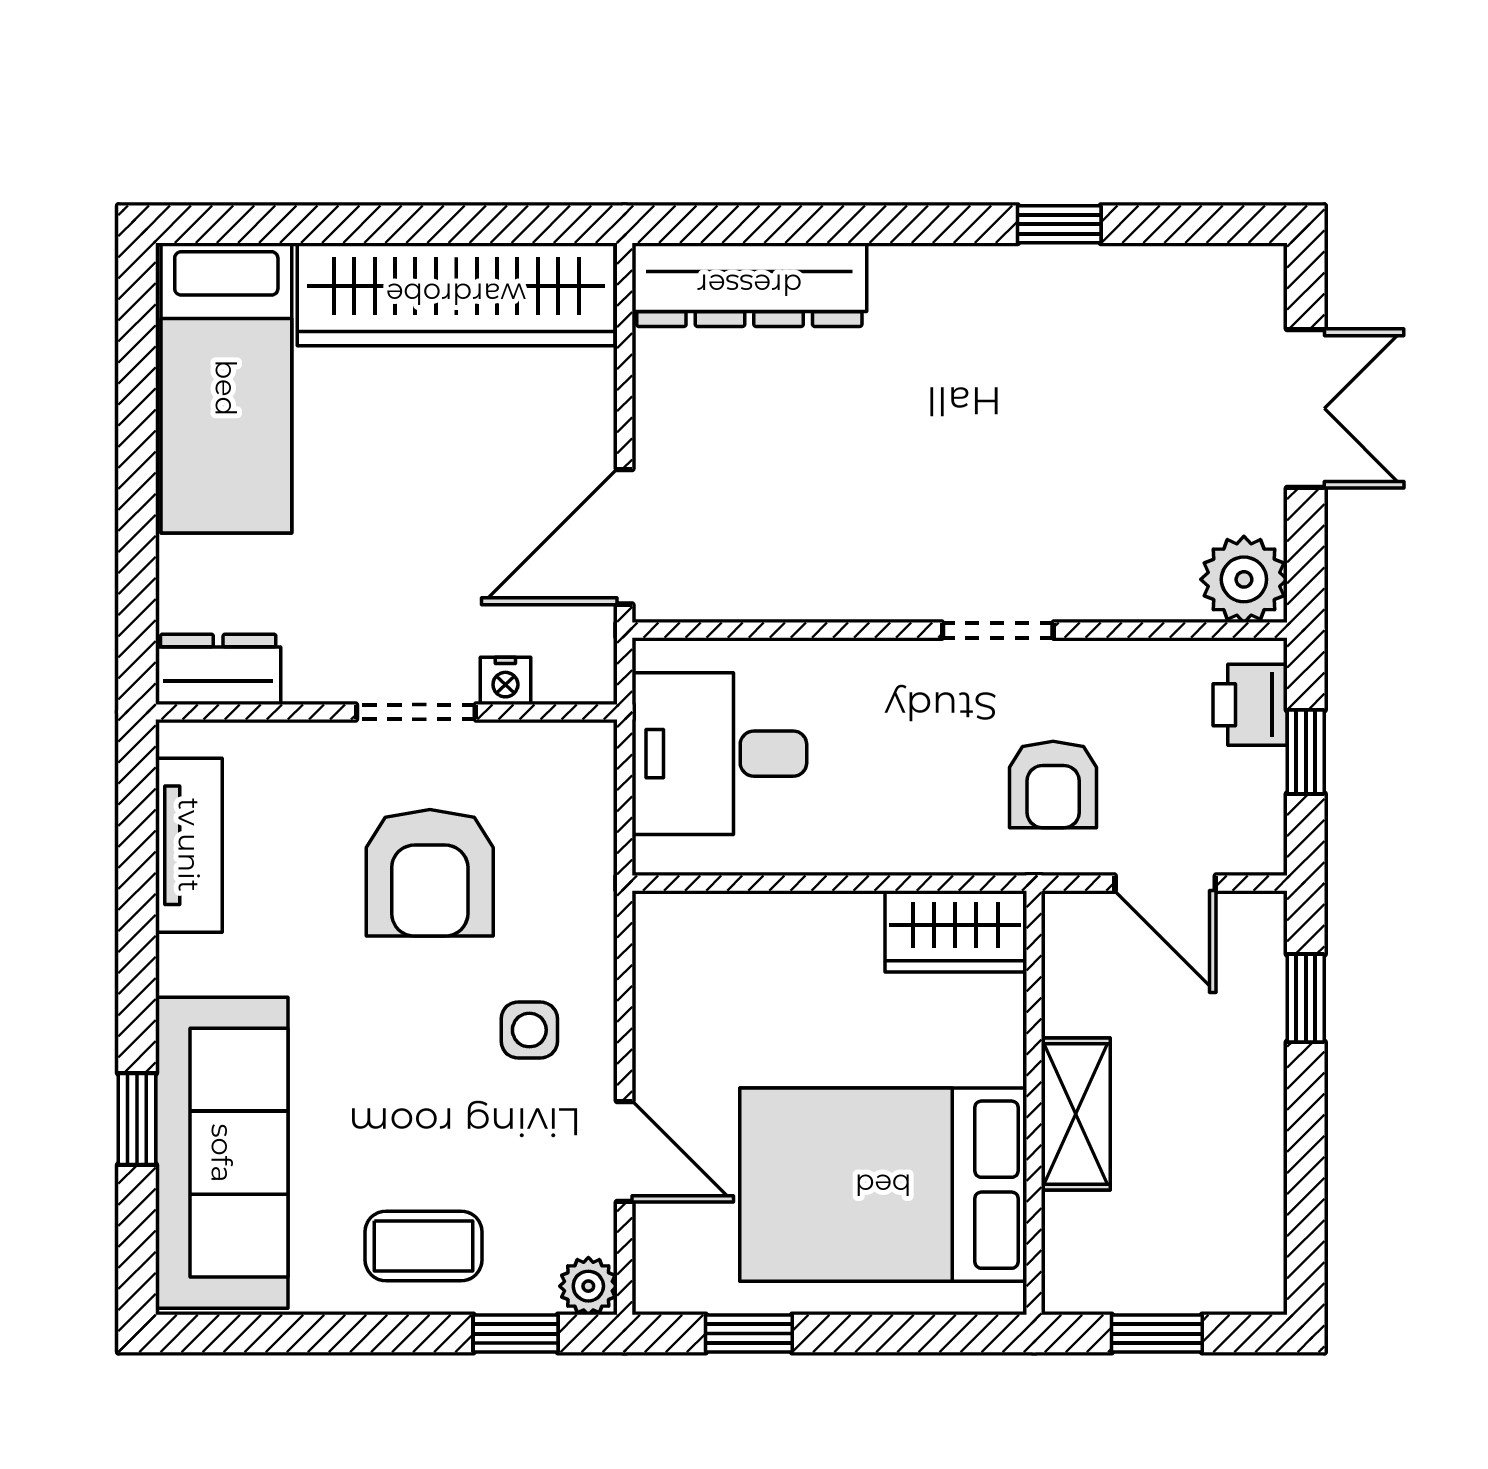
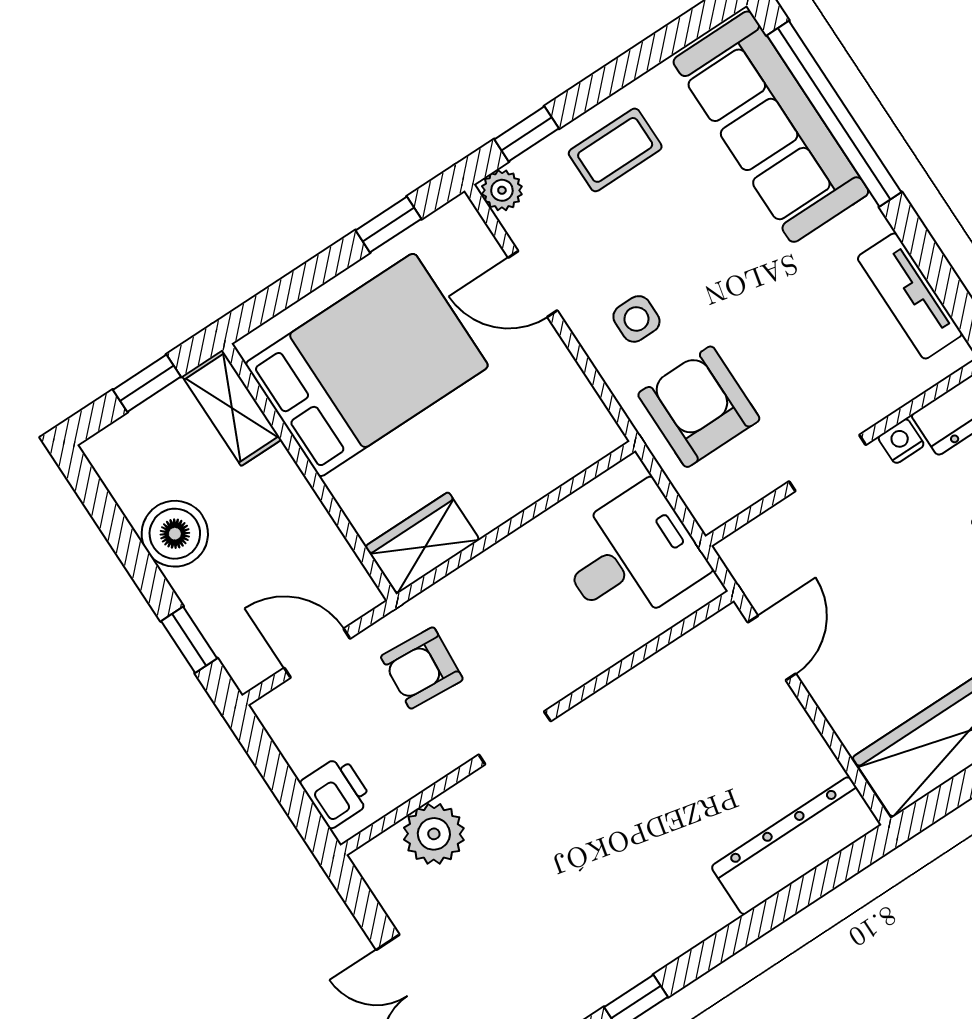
door: (625, 537) -> (772, 648), width x0.73
plant: (1244, 579) -> (434, 834), moved
nightstand: (505, 681) -> (901, 441), moved
window: (1306, 752) -> (285, 786), removed
armchair: (1053, 784) -> (422, 668), turned -86
armchair: (430, 873) -> (699, 407), moved
shelving: (1076, 1114) -> (232, 408), moved
window: (137, 1119) -> (834, 114), width x3.17
boiler: (1240, 1134) -> (175, 534), added

